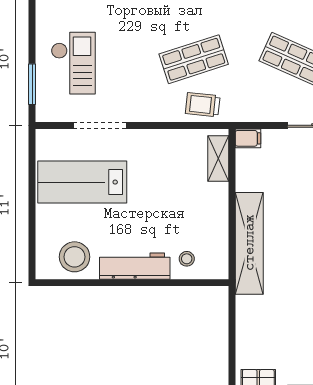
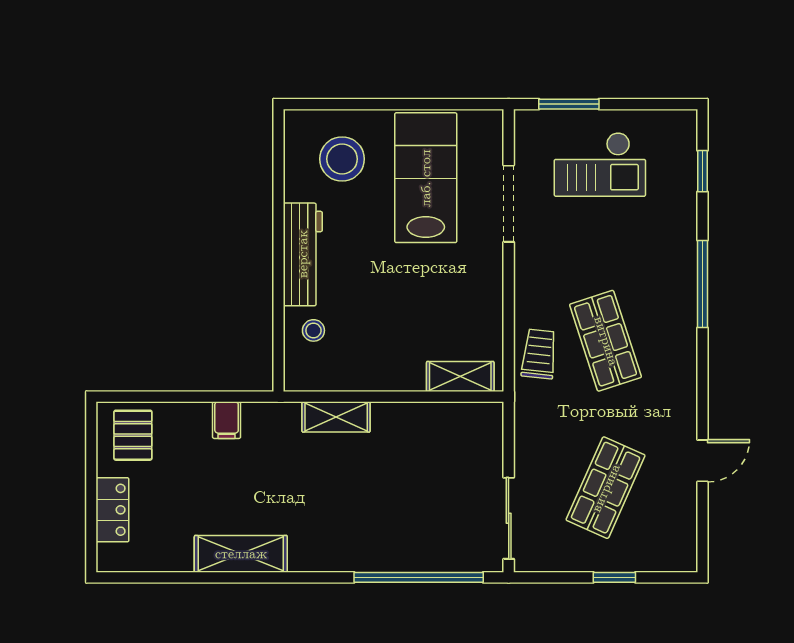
filing cabinet: (248, 138) -> (227, 420), moved
shelving: (249, 243) -> (336, 417), width x0.45, depth x0.75
stool: (75, 257) -> (342, 159), moved

